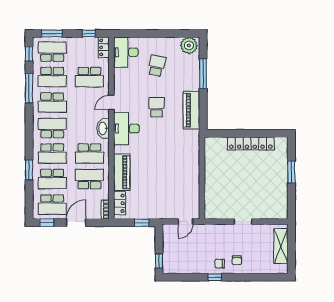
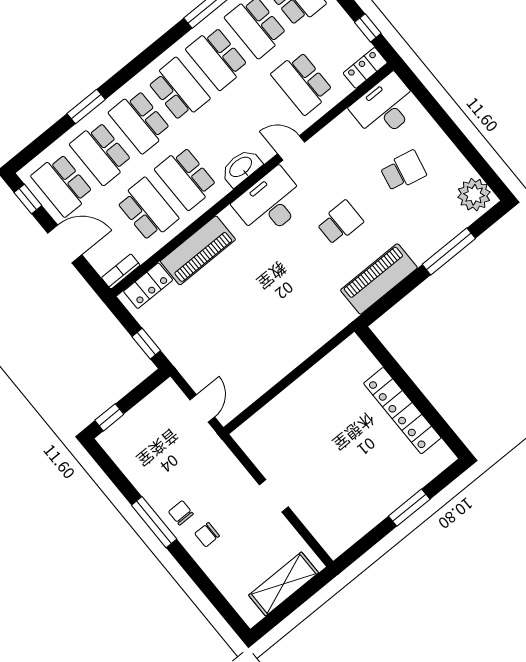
door: (185, 222) -> (202, 408), swing flipped
window: (215, 277) -> (154, 522), width x2.17

